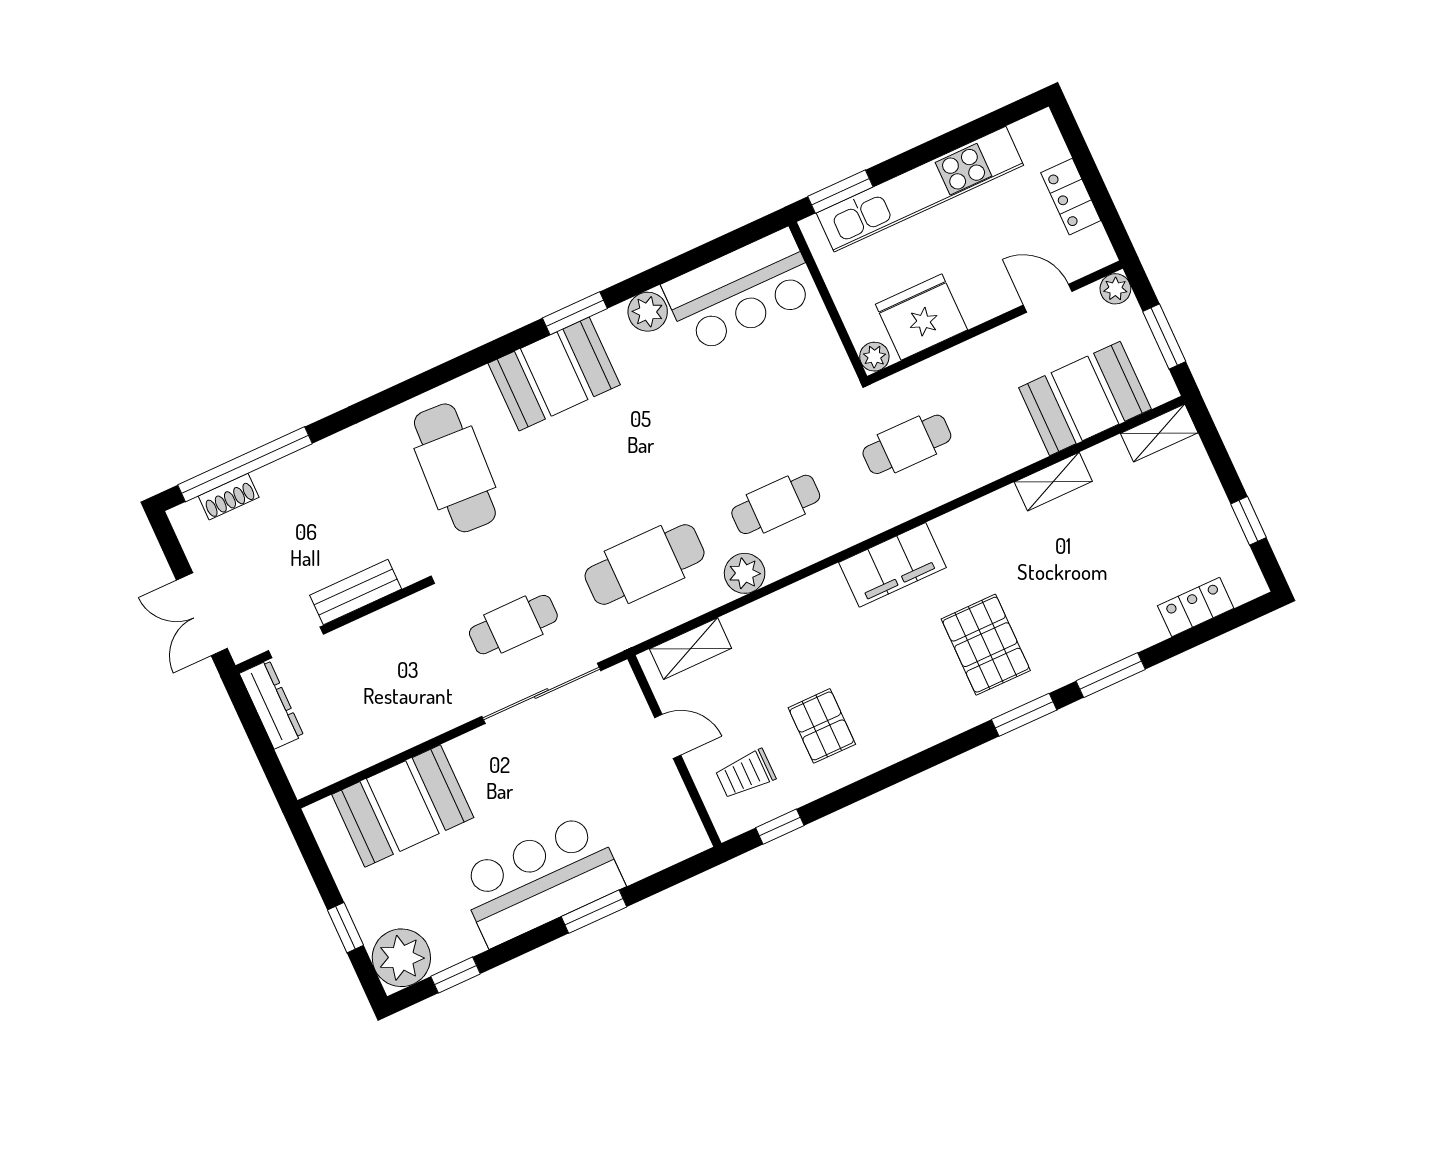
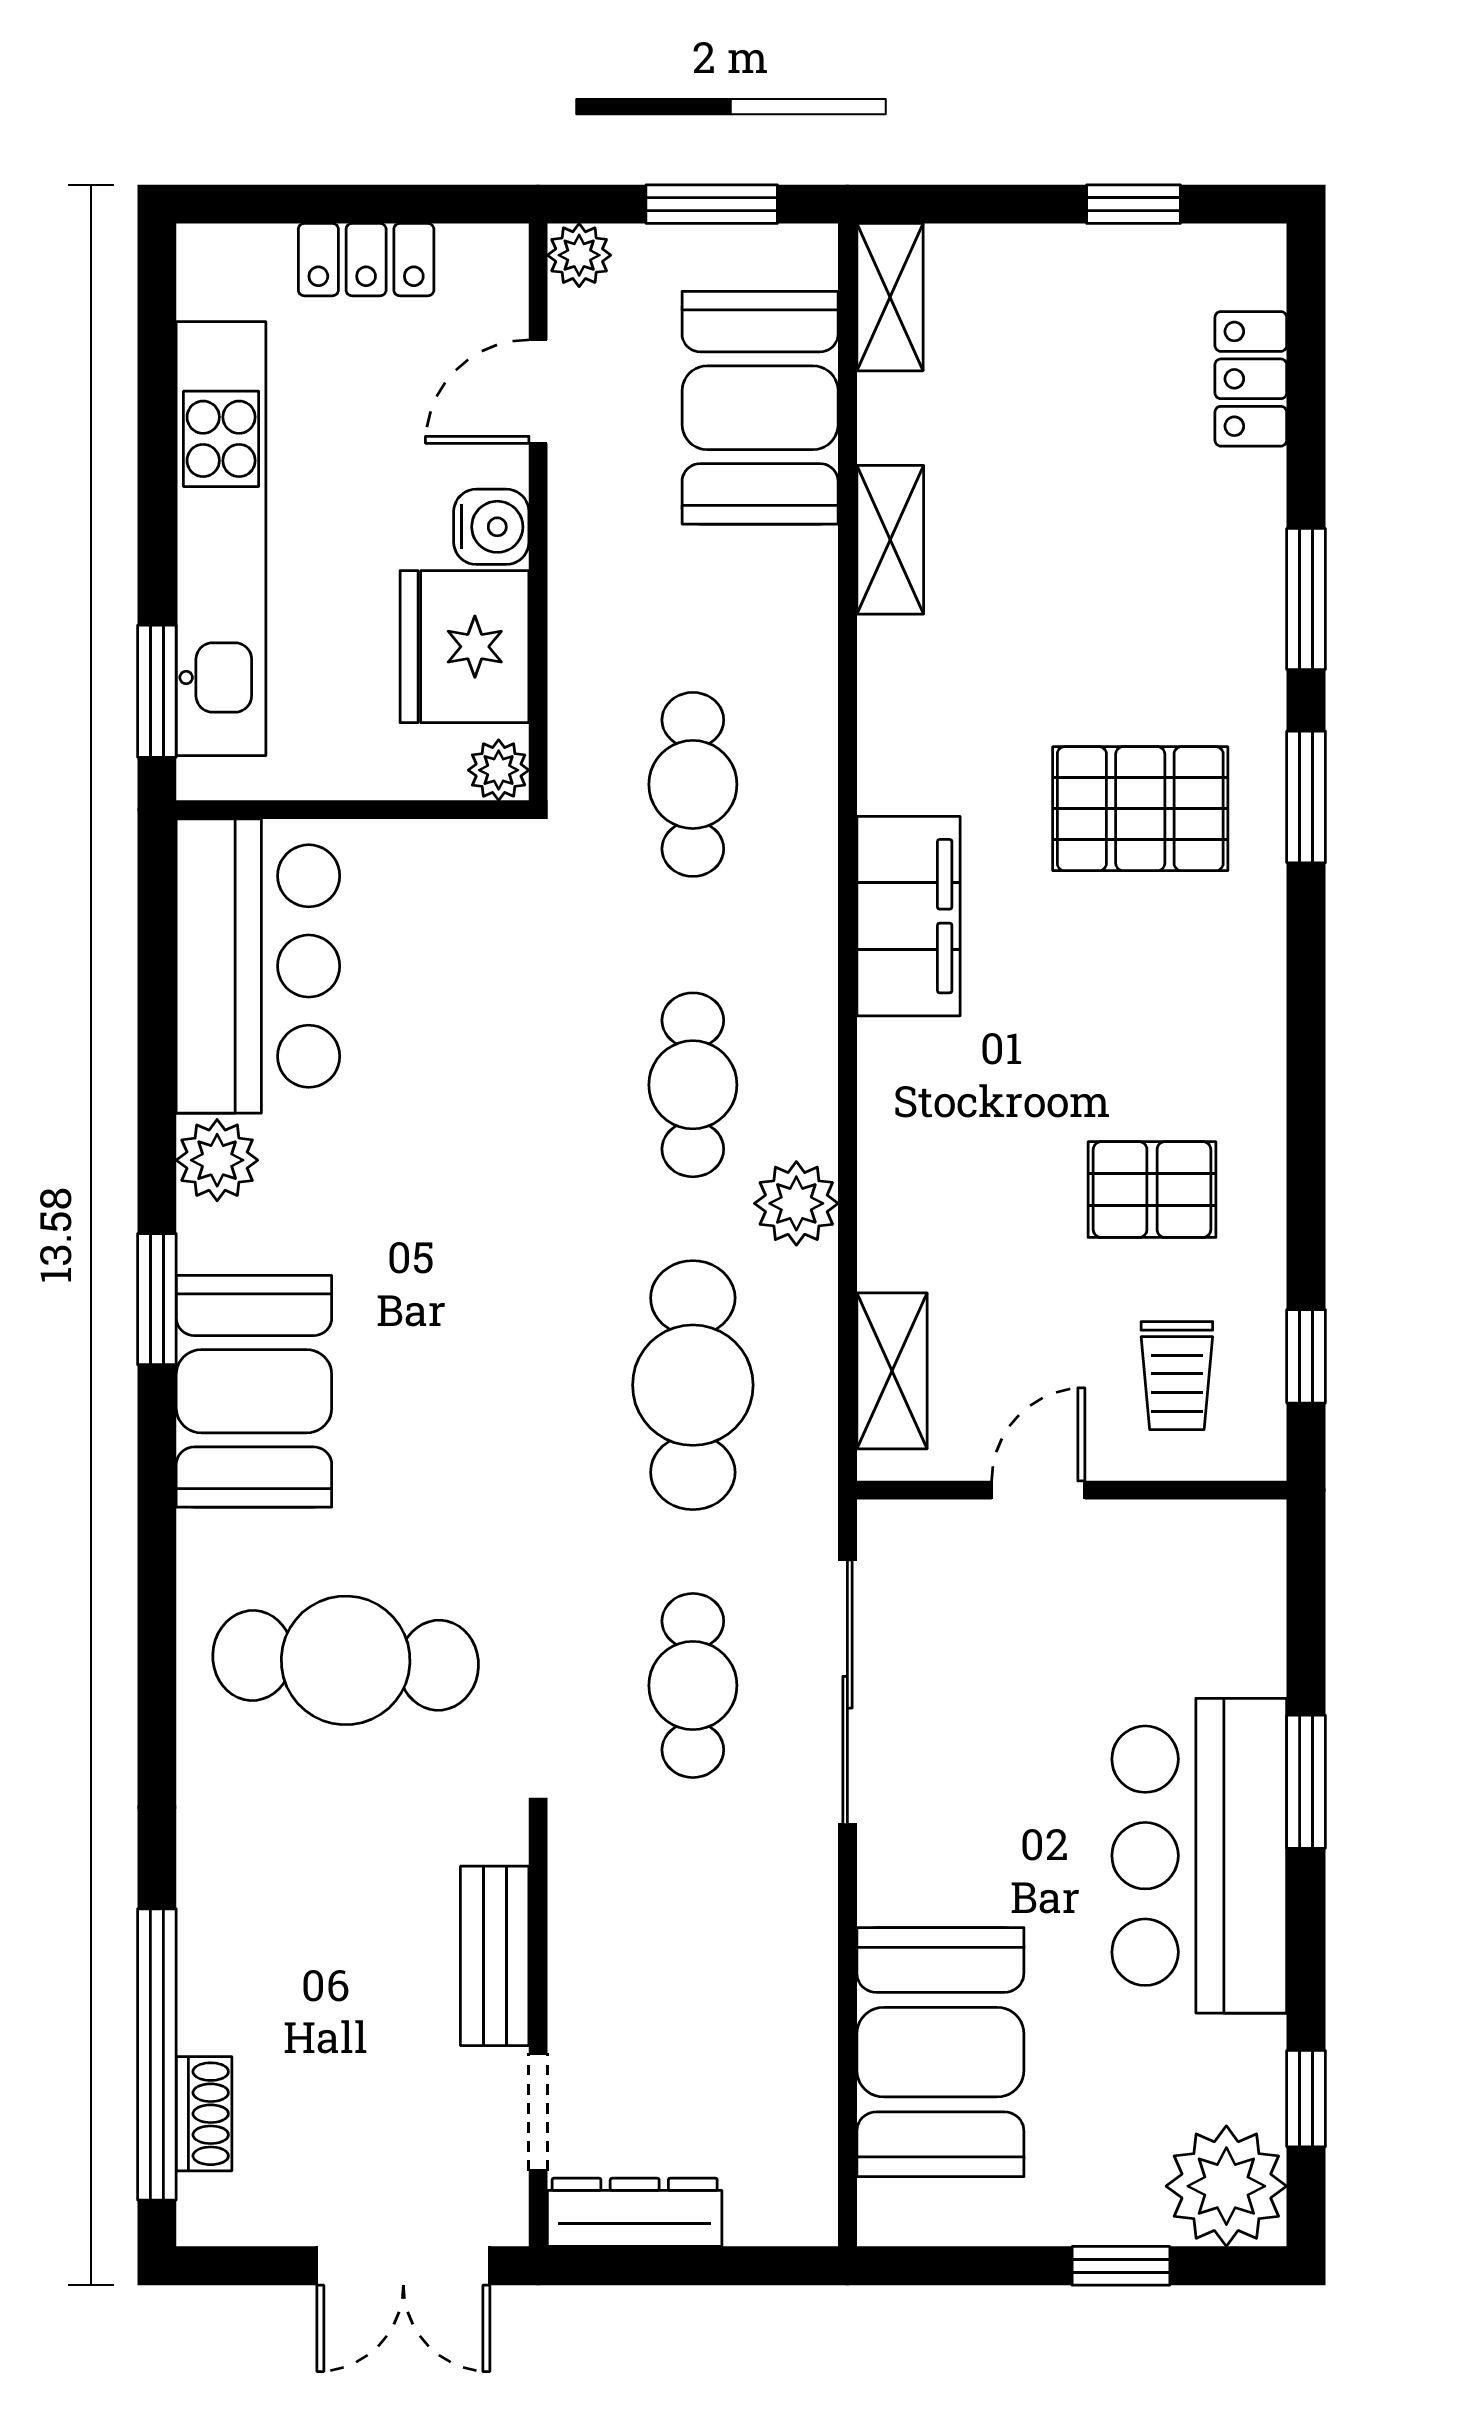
water cooler: (979, 305) -> (491, 527), added

